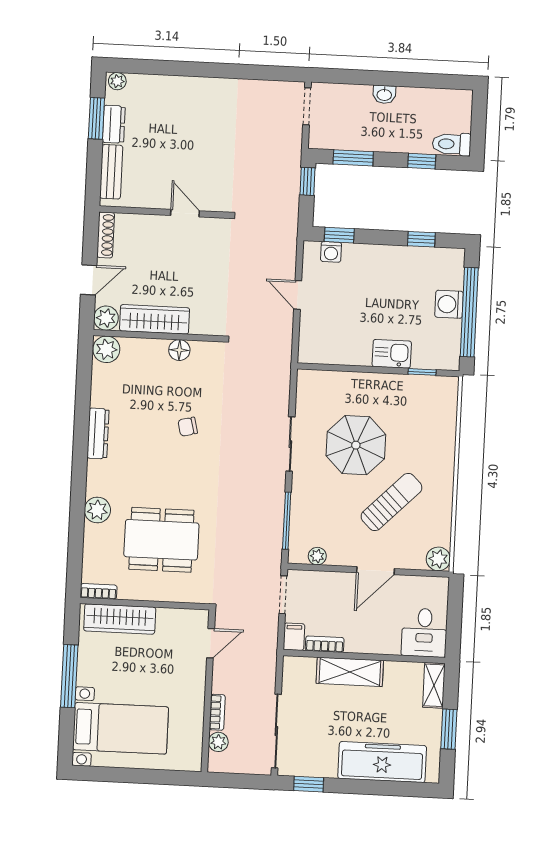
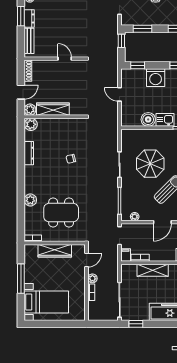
washing machine: (331, 252) -> (156, 78), moved, width x1.89, depth x1.89
floor lamp: (179, 350) -> (65, 123), removed
boiler: (356, 351) -> (148, 119), added
dresser: (98, 433) -> (29, 153), moved
wardrobe: (120, 619) -> (55, 251), moved
plant: (218, 742) -> (92, 278), moved

